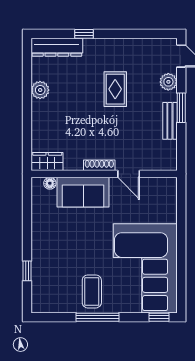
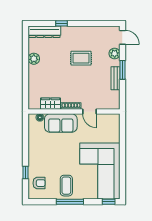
rug: (115, 89) -> (81, 58), turned 90
wardrobe: (47, 161) -> (50, 104), moved
armchair: (48, 288) -> (39, 183), added

